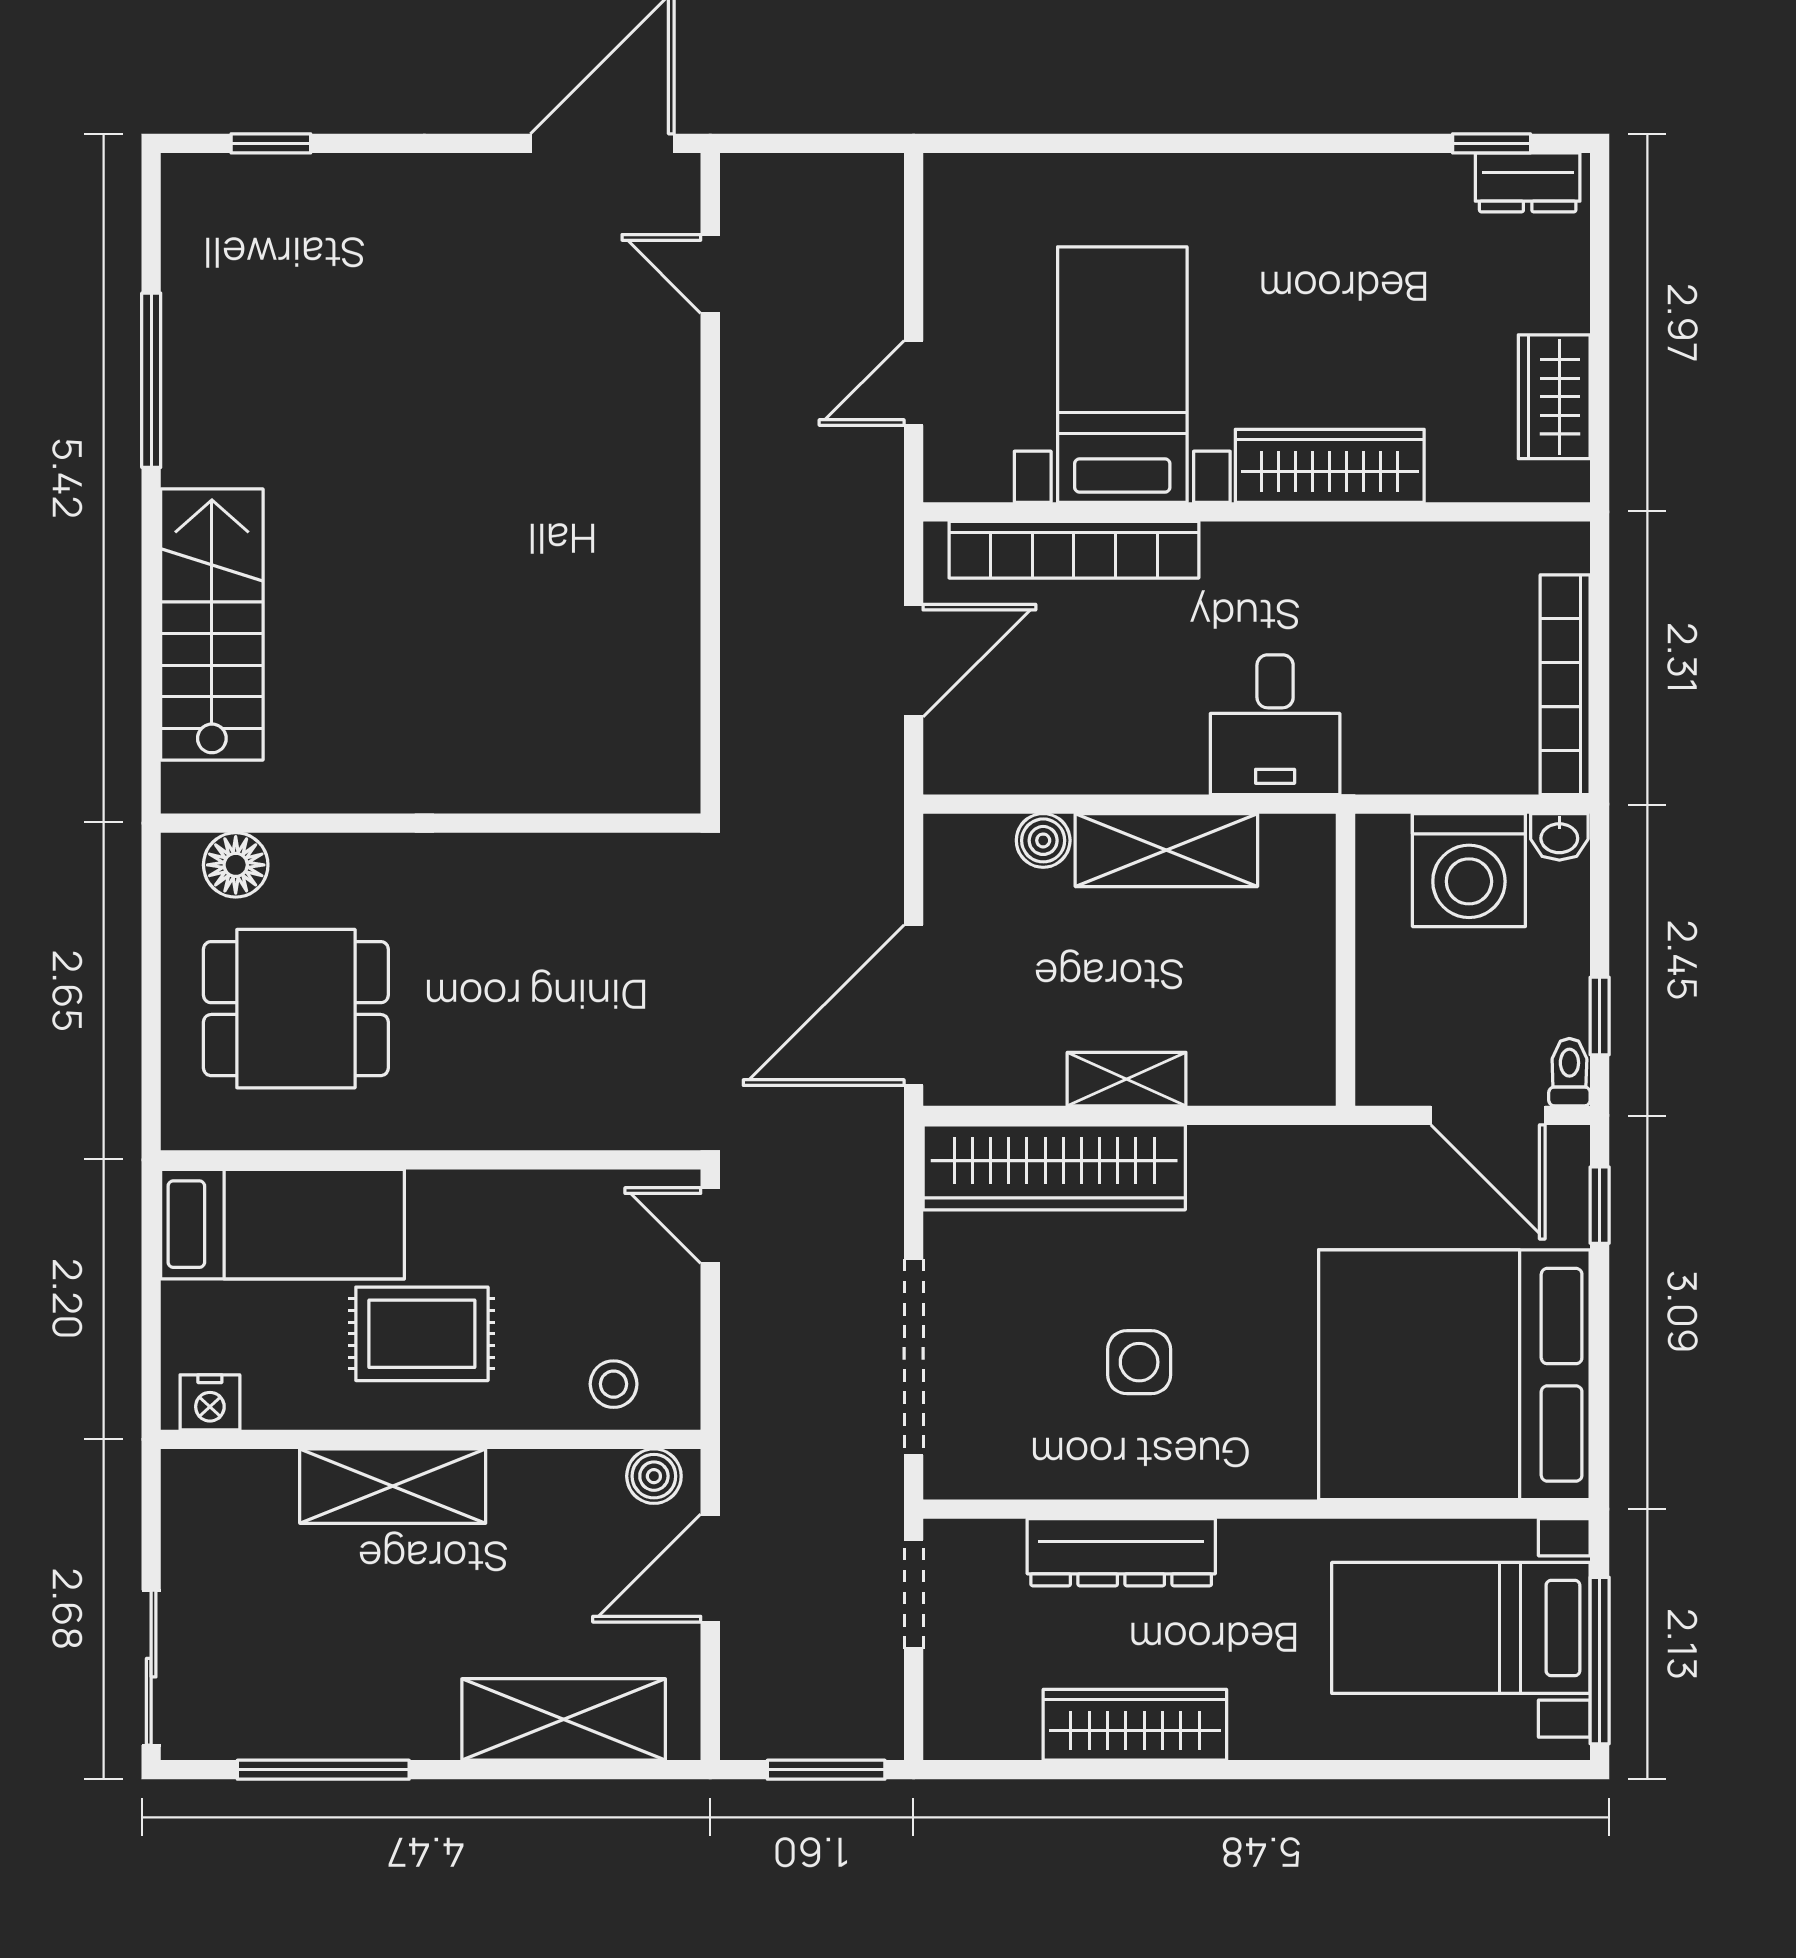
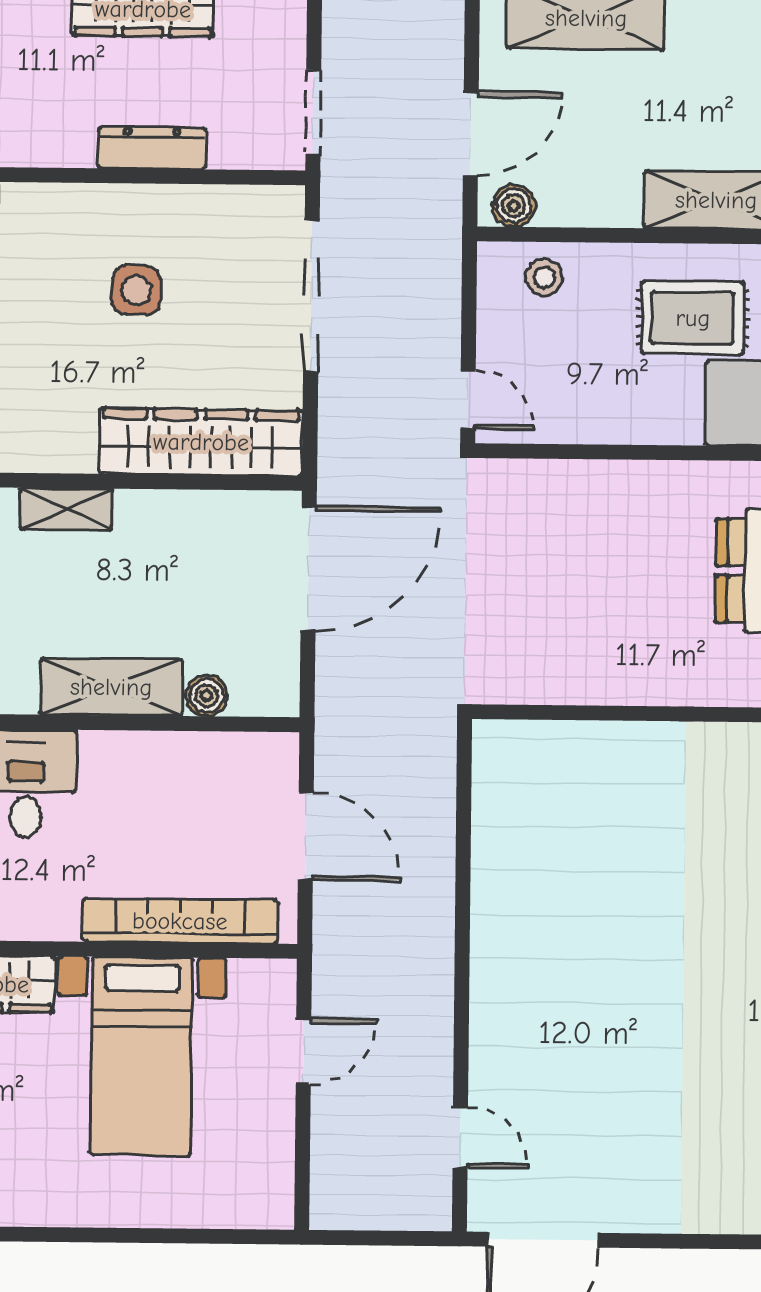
door: (914, 661) -> (306, 836), swing flipped
shelving: (1127, 1079) -> (66, 509), moved
dresser: (1121, 1552) -> (152, 148), width x0.73, depth x0.80

